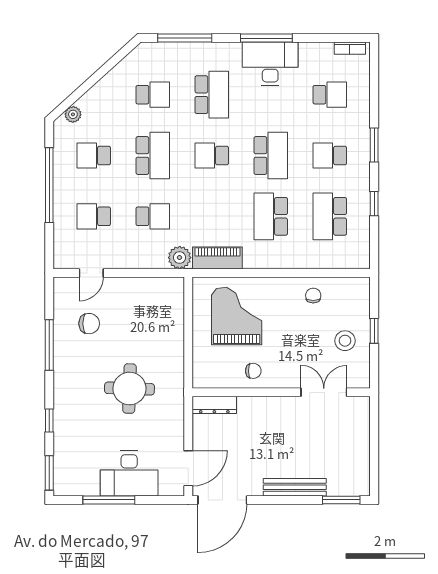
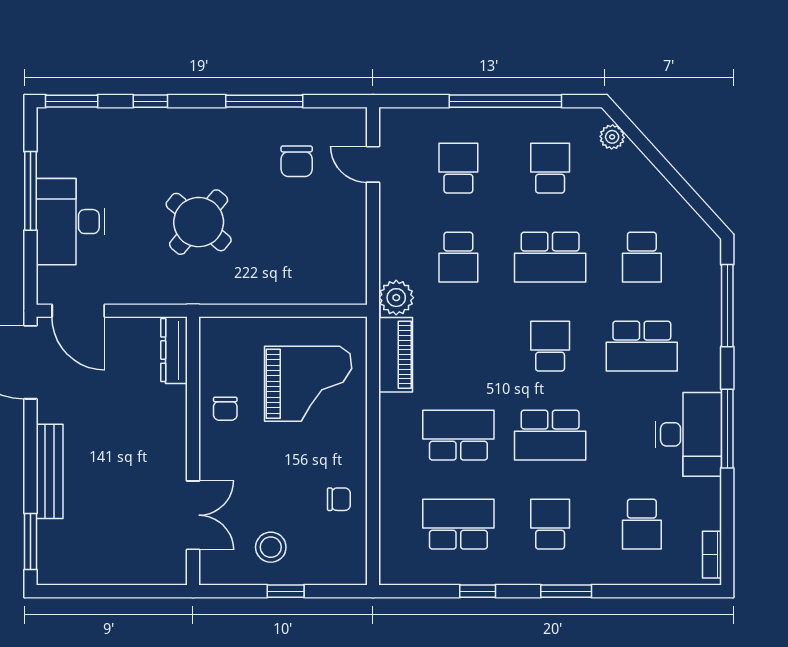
round table: (129, 389) -> (199, 222), turned 38

